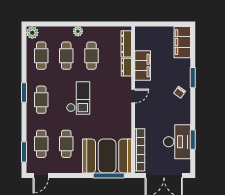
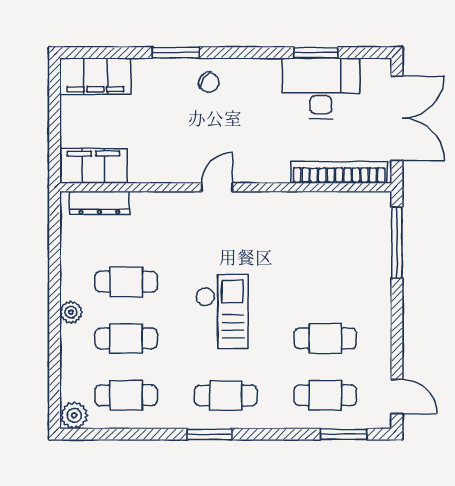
filing cabinet: (143, 66) -> (93, 166), moved
dresser: (126, 67) -> (152, 203), removed
door: (133, 96) -> (217, 187), hinge flipped
checkout: (78, 98) -> (222, 312), turned 90
booth: (107, 156) -> (353, 246), removed

